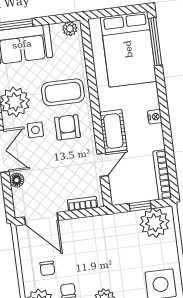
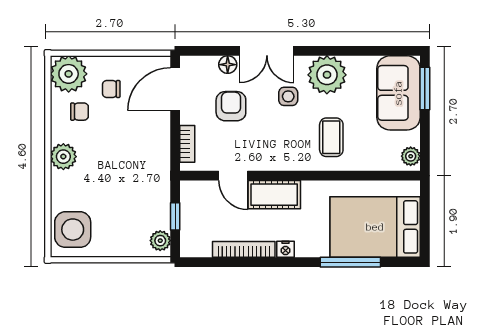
window: (155, 42) -> (350, 262), moved
coffee table: (63, 92) -> (331, 137), width x0.73, depth x0.77
armchair: (67, 127) -> (231, 106), moved, turned -90
bookcase: (162, 175) -> (244, 249), moved
plant: (154, 223) -> (160, 241), width x0.53, depth x0.53

